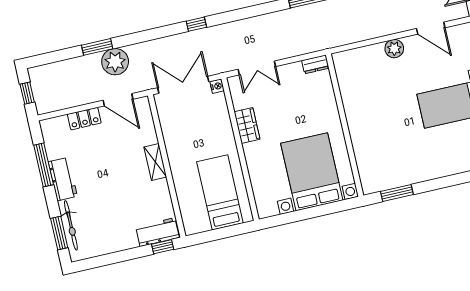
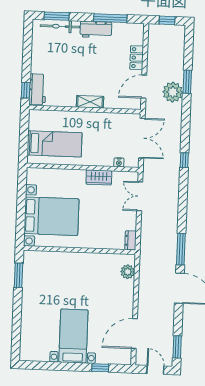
door: (431, 28) -> (134, 334), width x1.36
plant: (394, 49) -> (128, 272), moved
nightstand: (217, 86) -> (119, 162), moved

